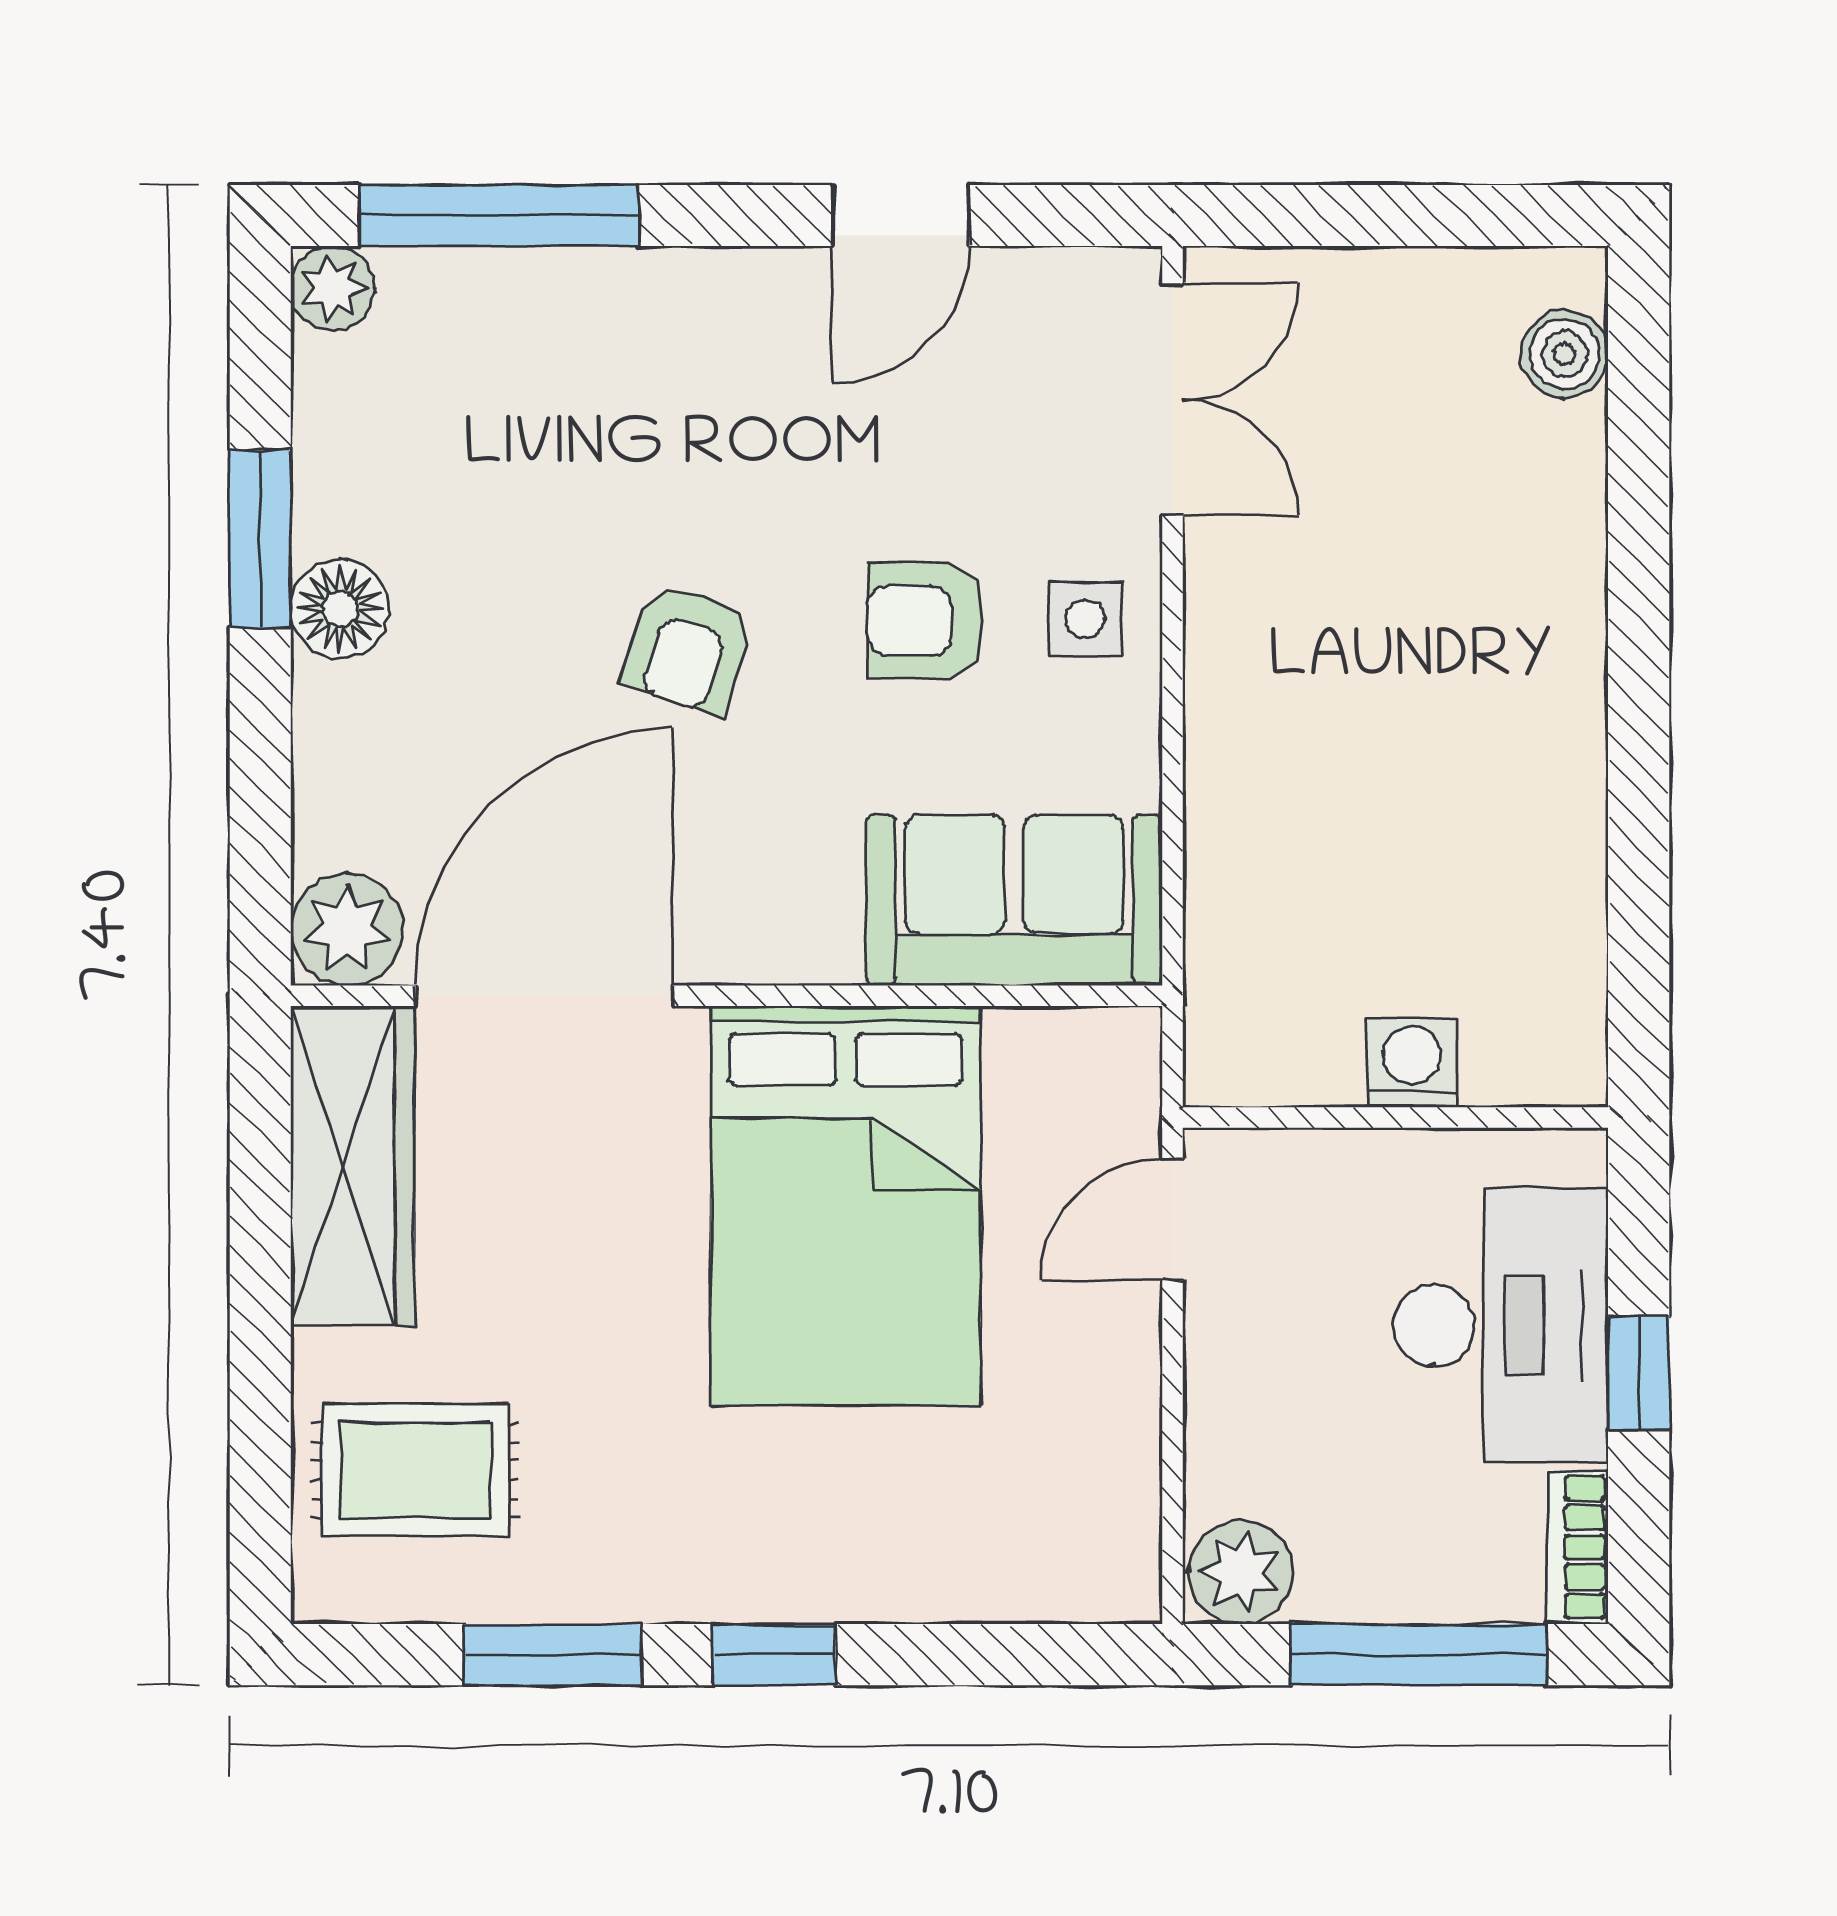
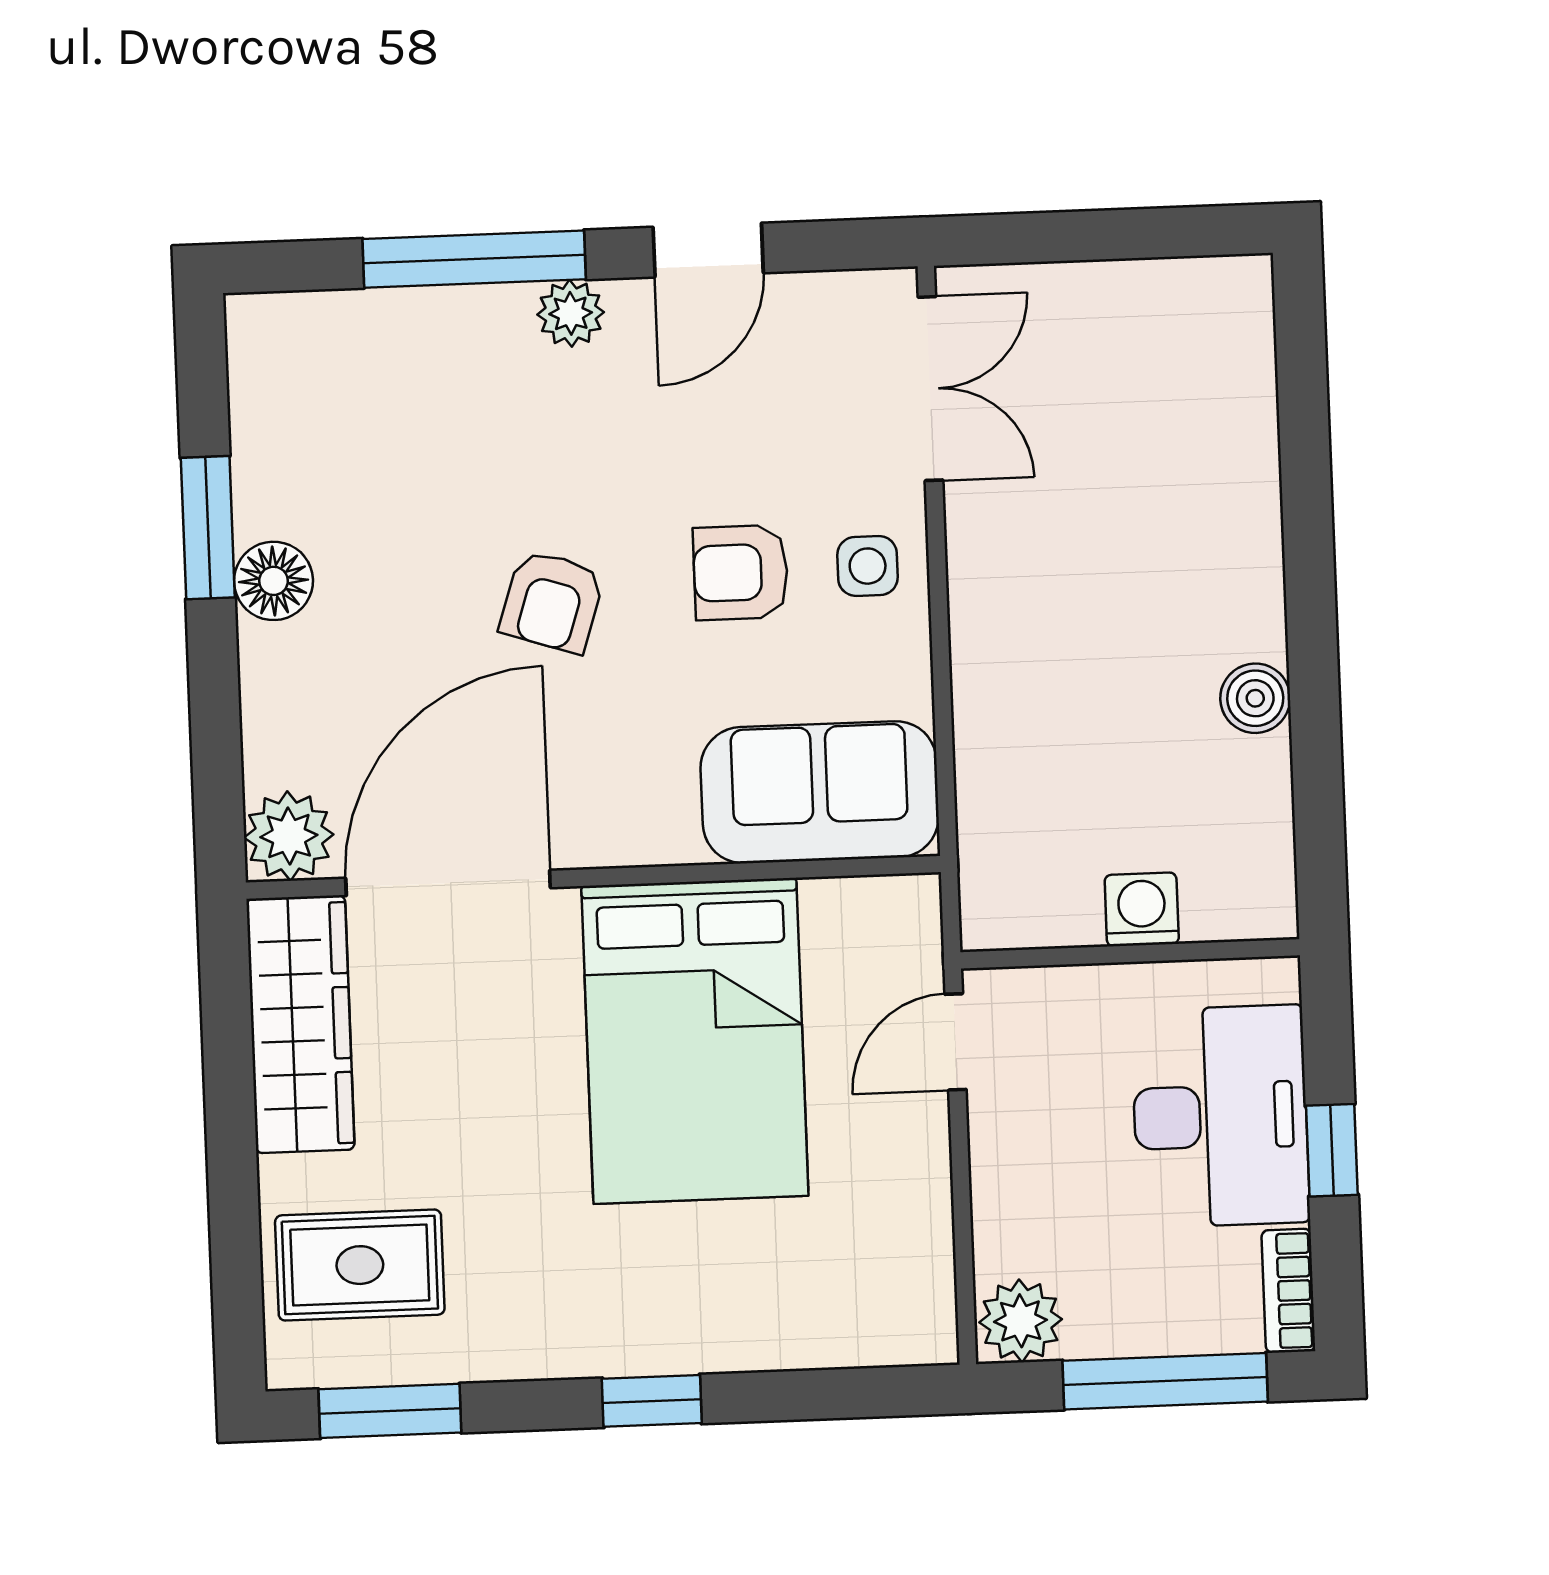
window: (499, 215) -> (474, 259), moved
plant: (333, 288) -> (571, 313), moved
boiler: (1564, 354) -> (1255, 698), moved
window: (553, 1655) -> (390, 1411), moved

